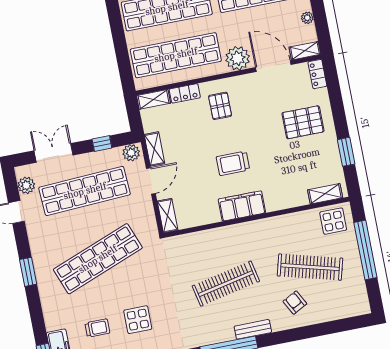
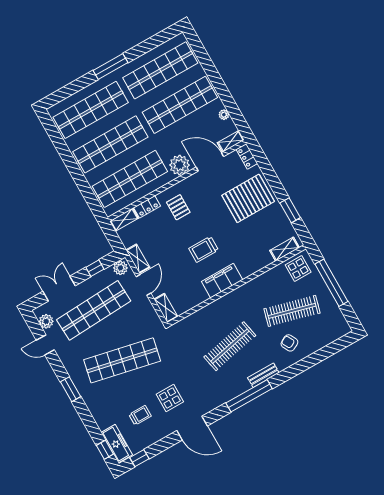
pallet: (303, 122) -> (248, 198), width x1.37, depth x1.41
shop shelf: (98, 259) -> (122, 360), turned 33

